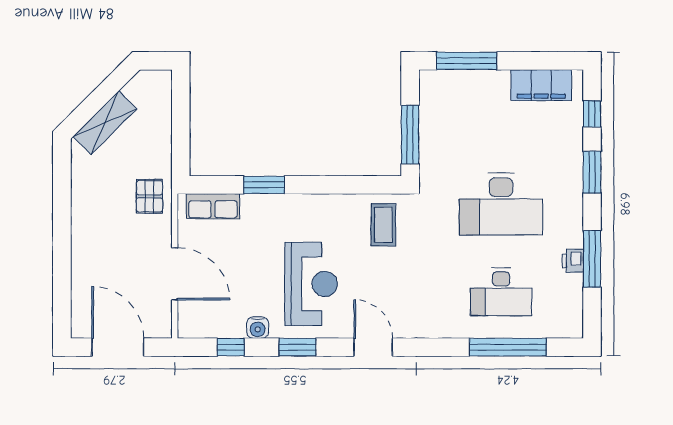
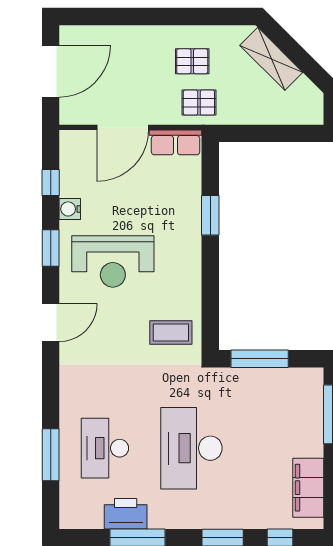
pallet: (107, 203) -> (192, 61), added
row of seats: (213, 206) -> (176, 142), moved, turned -90
printer: (573, 261) -> (126, 514), width x1.87, depth x1.48
window: (508, 347) -> (51, 455), width x0.68

